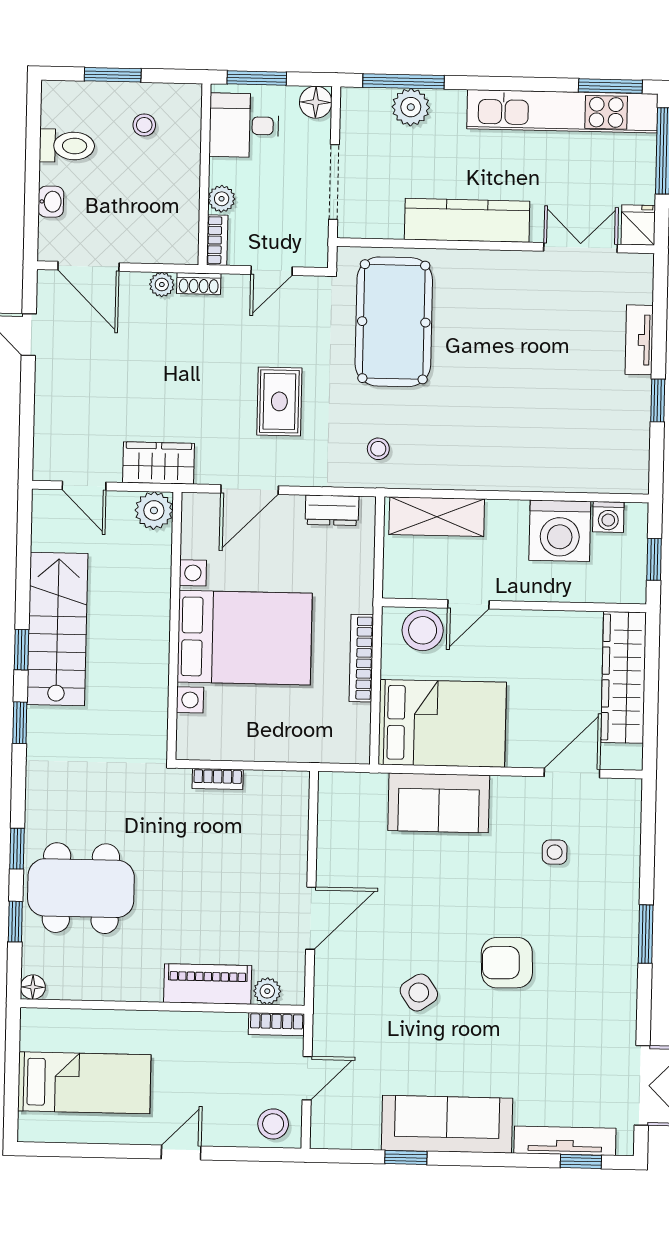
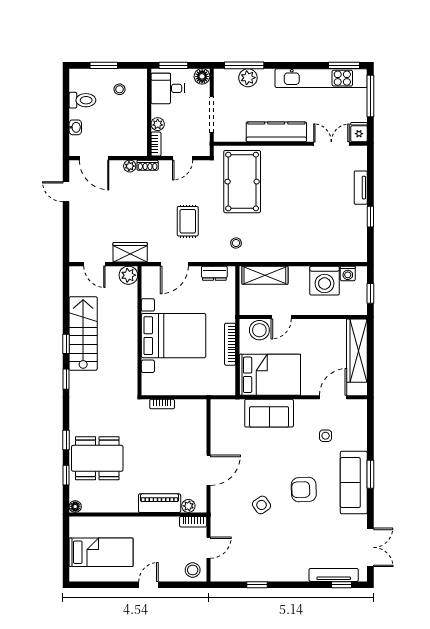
sofa: (447, 1124) -> (354, 483), moved, turned -90

